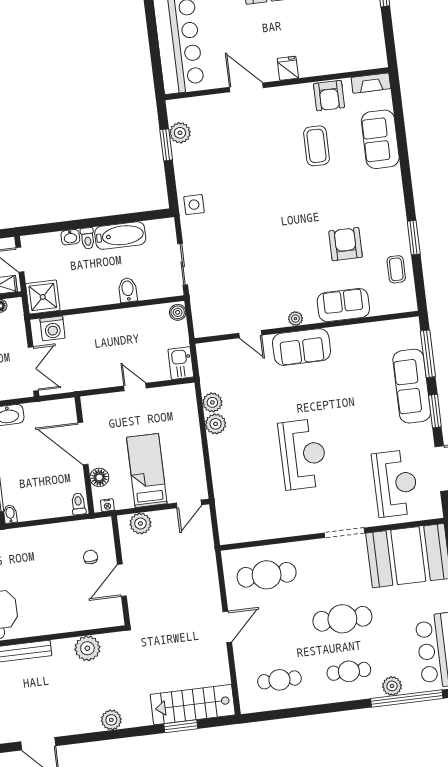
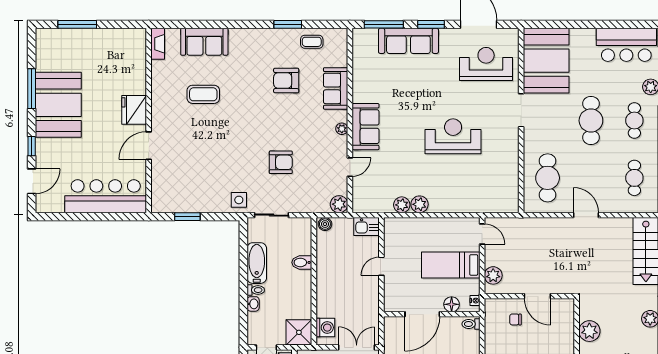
fridge: (288, 68) -> (134, 110), width x1.88, depth x1.34
armchair: (329, 96) -> (281, 162), moved
plant: (180, 133) -> (339, 204), moved
sliding door: (183, 264) -> (271, 215), moved

